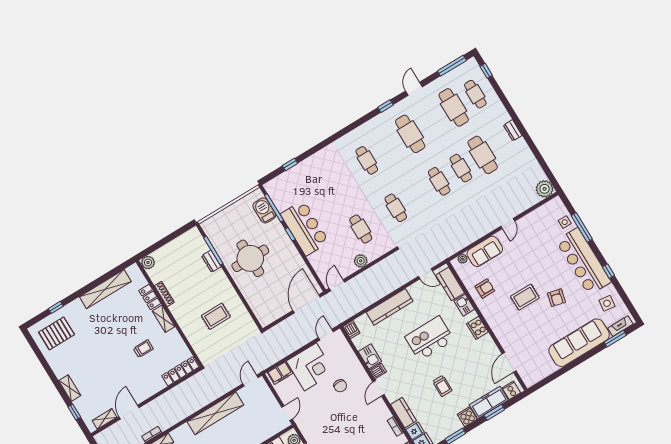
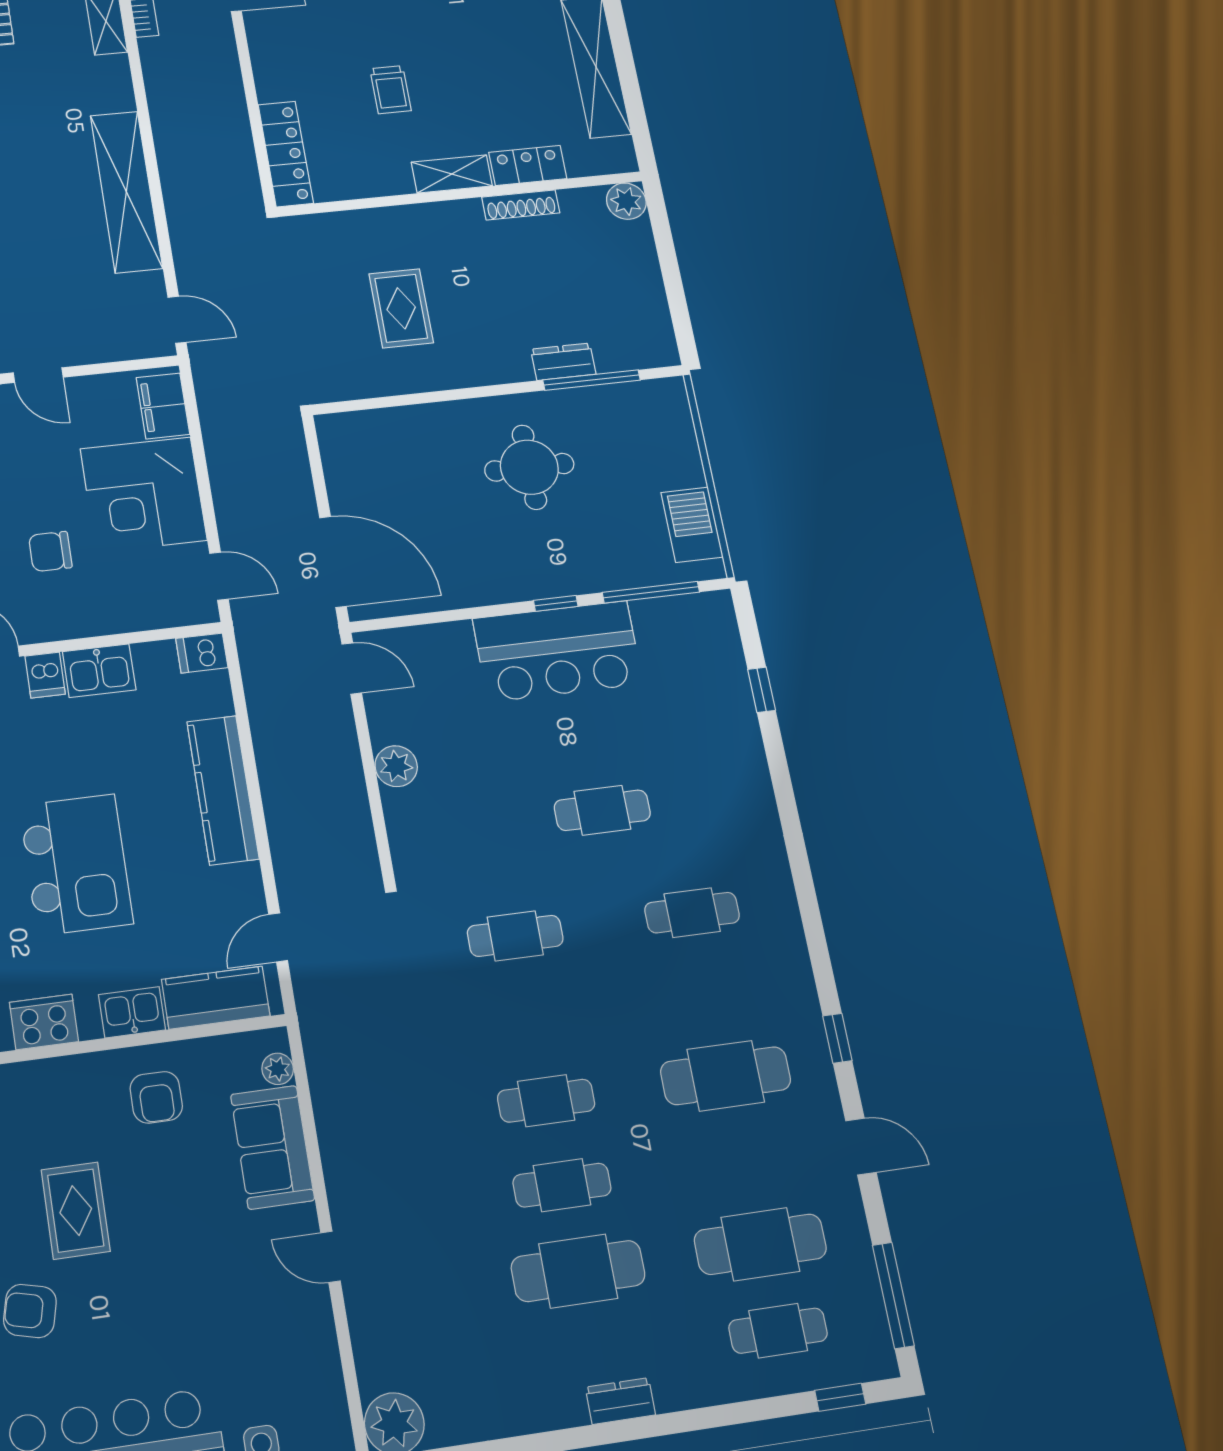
barbecue: (264, 210) -> (692, 525), moved, turned -90
cafe table: (361, 229) -> (602, 810), moved
round table: (250, 258) -> (529, 467), width x0.73, depth x0.73

